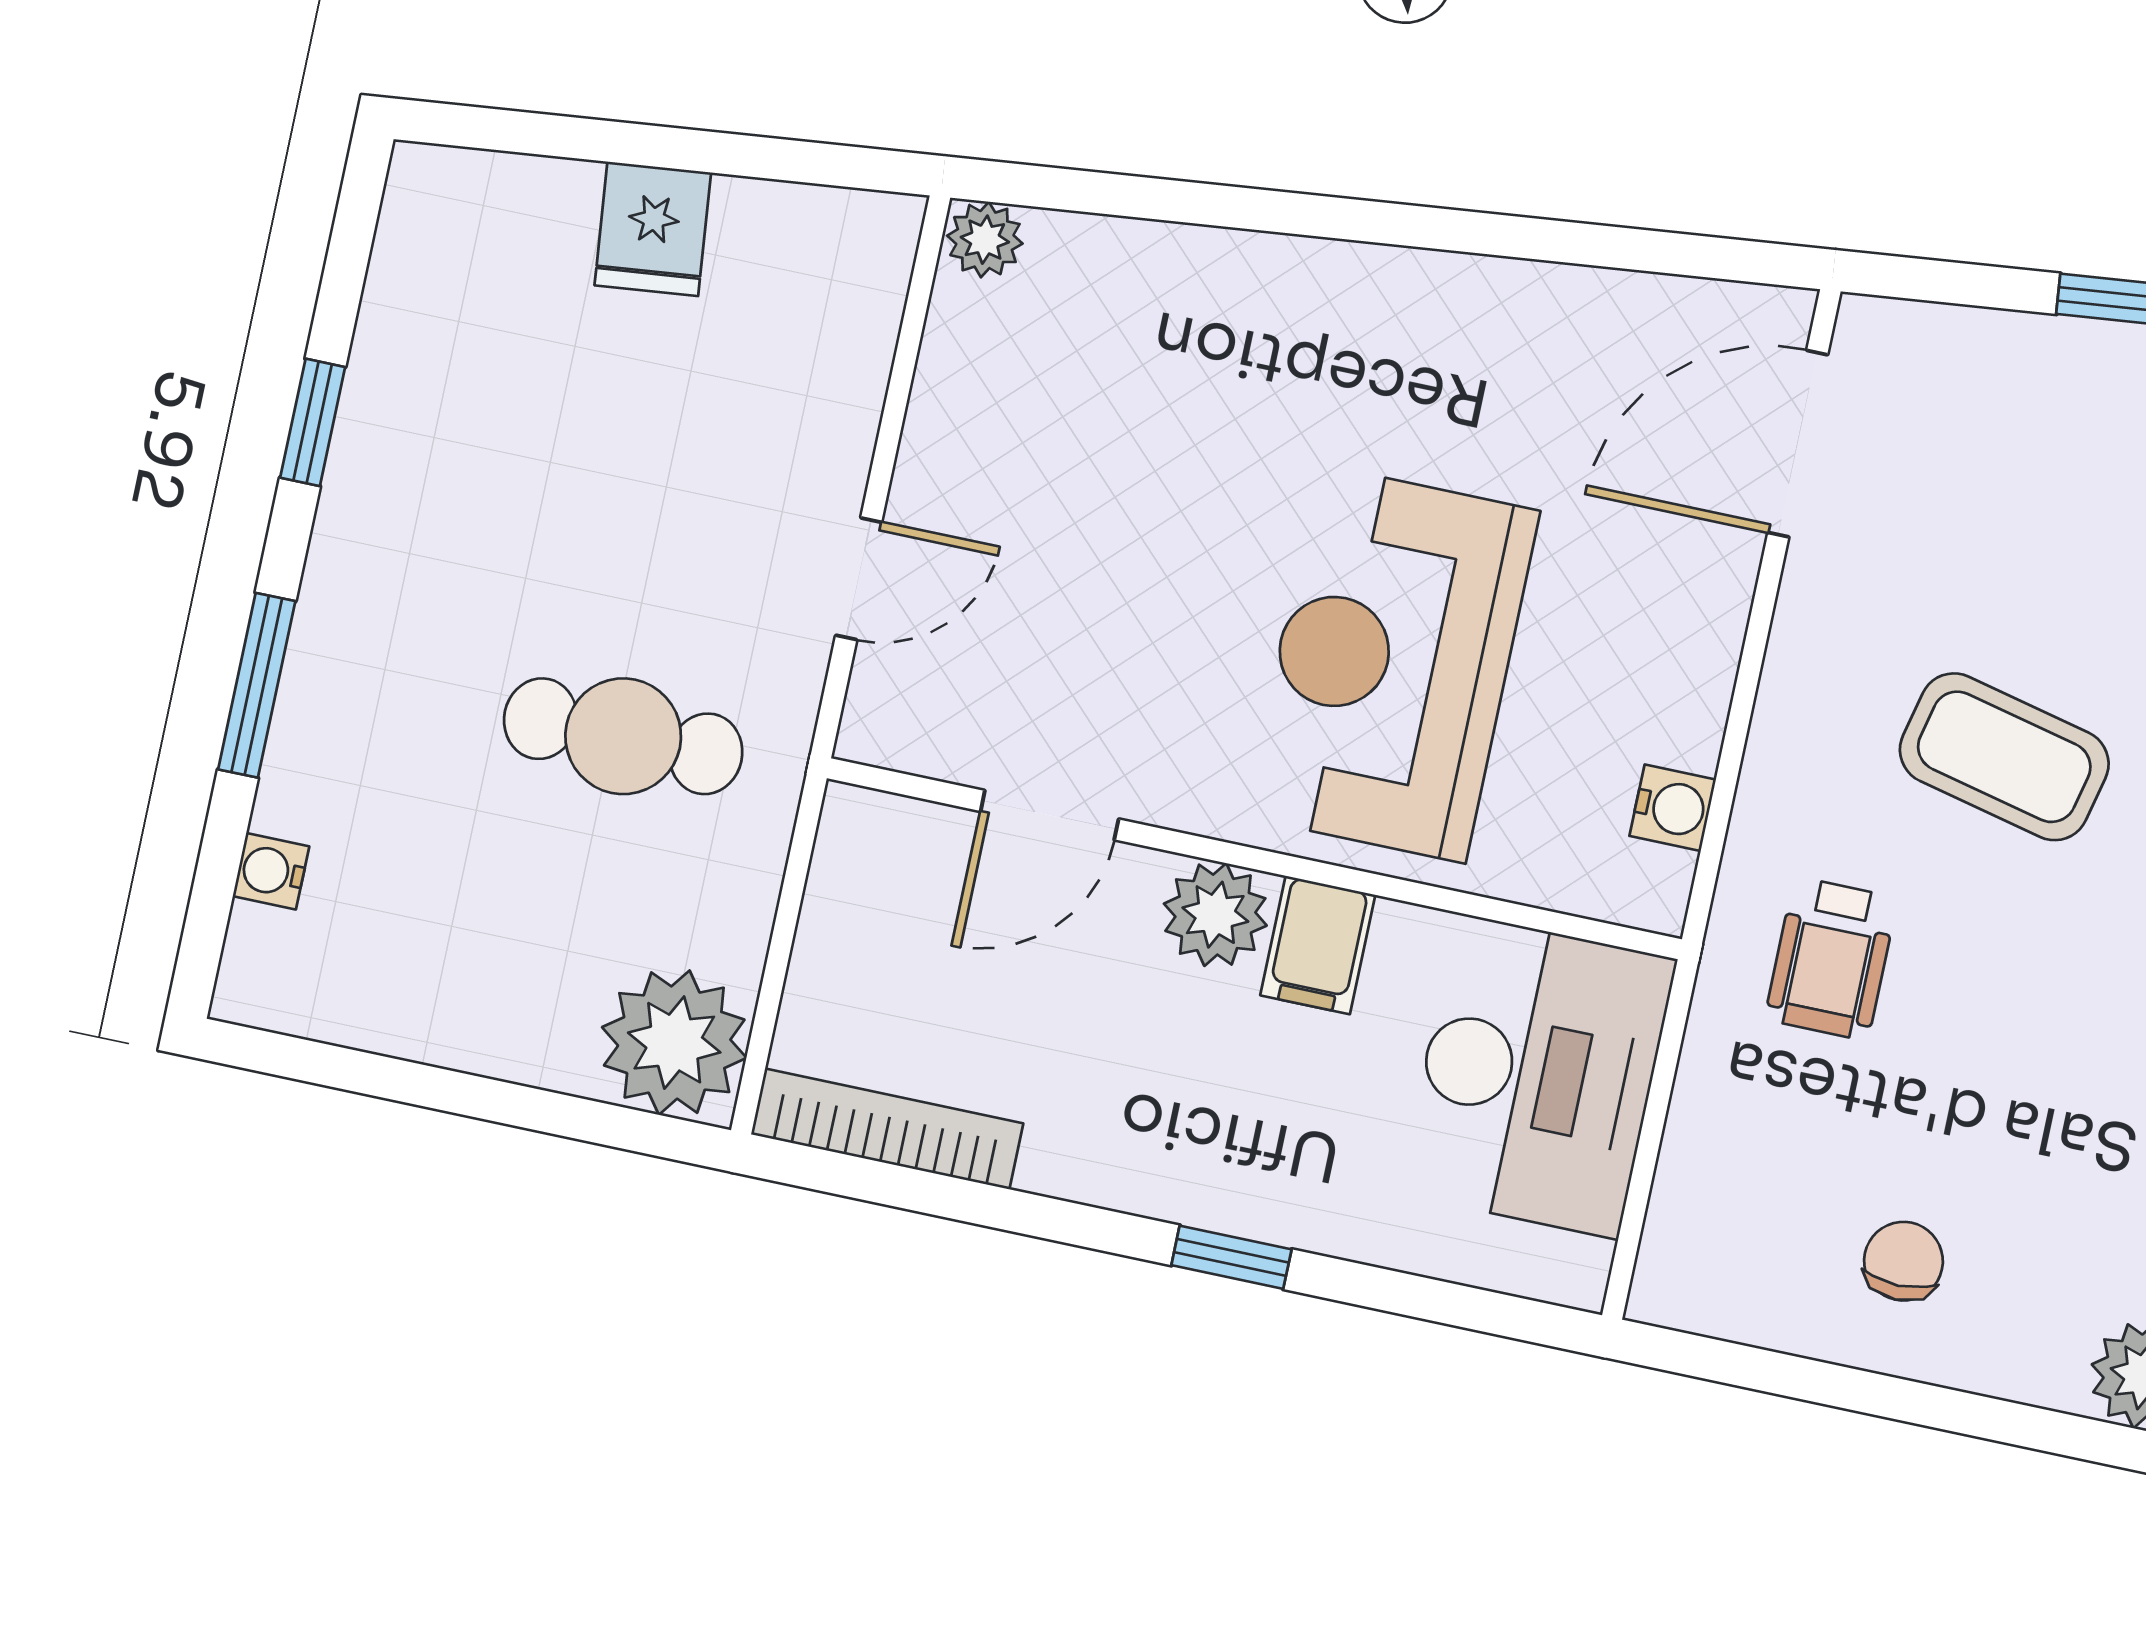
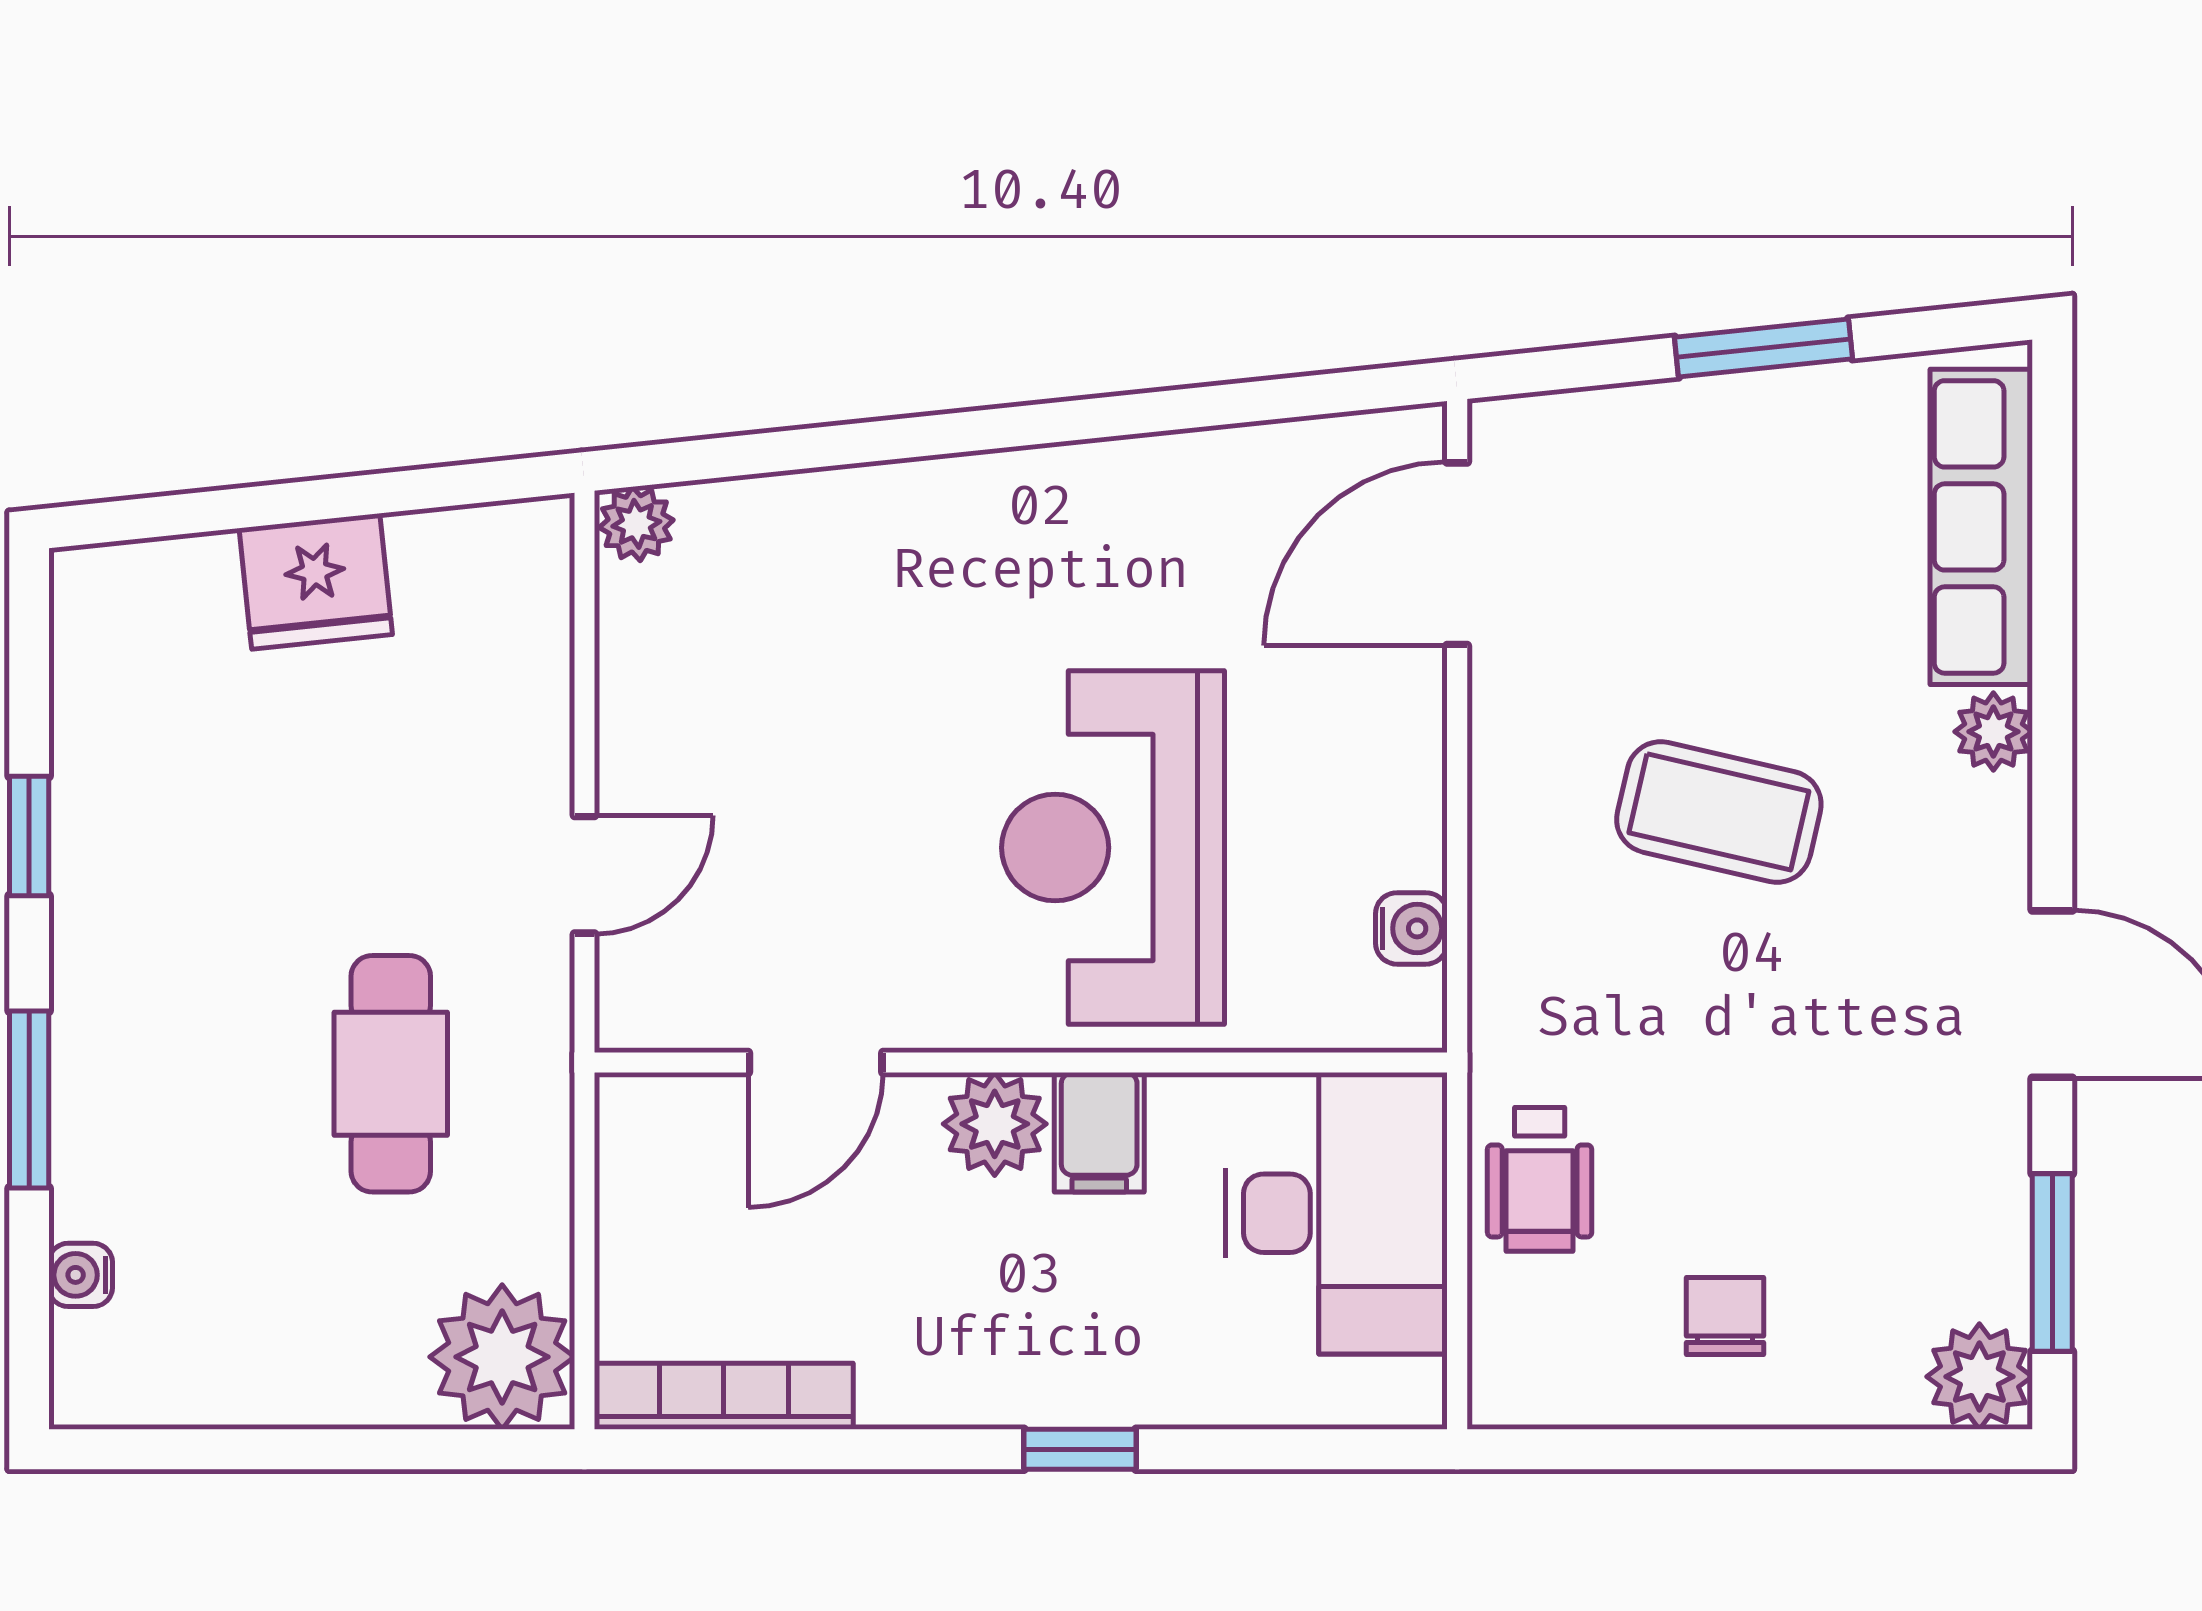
fridge: (653, 229) -> (316, 581), width x1.38
cafe table: (623, 736) -> (391, 1074), turned 90
wheelchair: (1831, 959) -> (1540, 1179), moved

